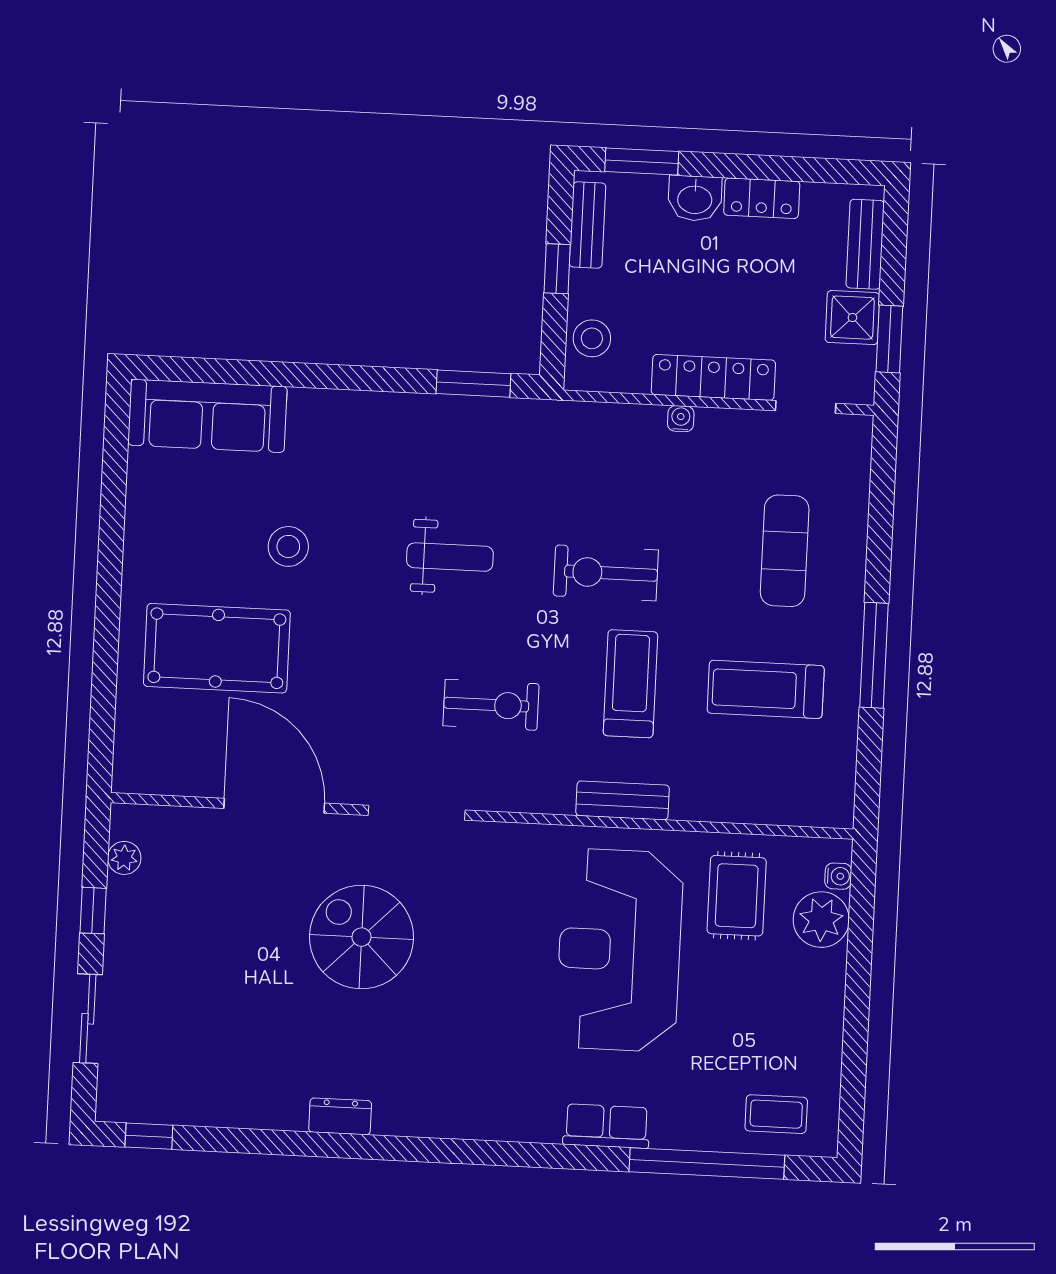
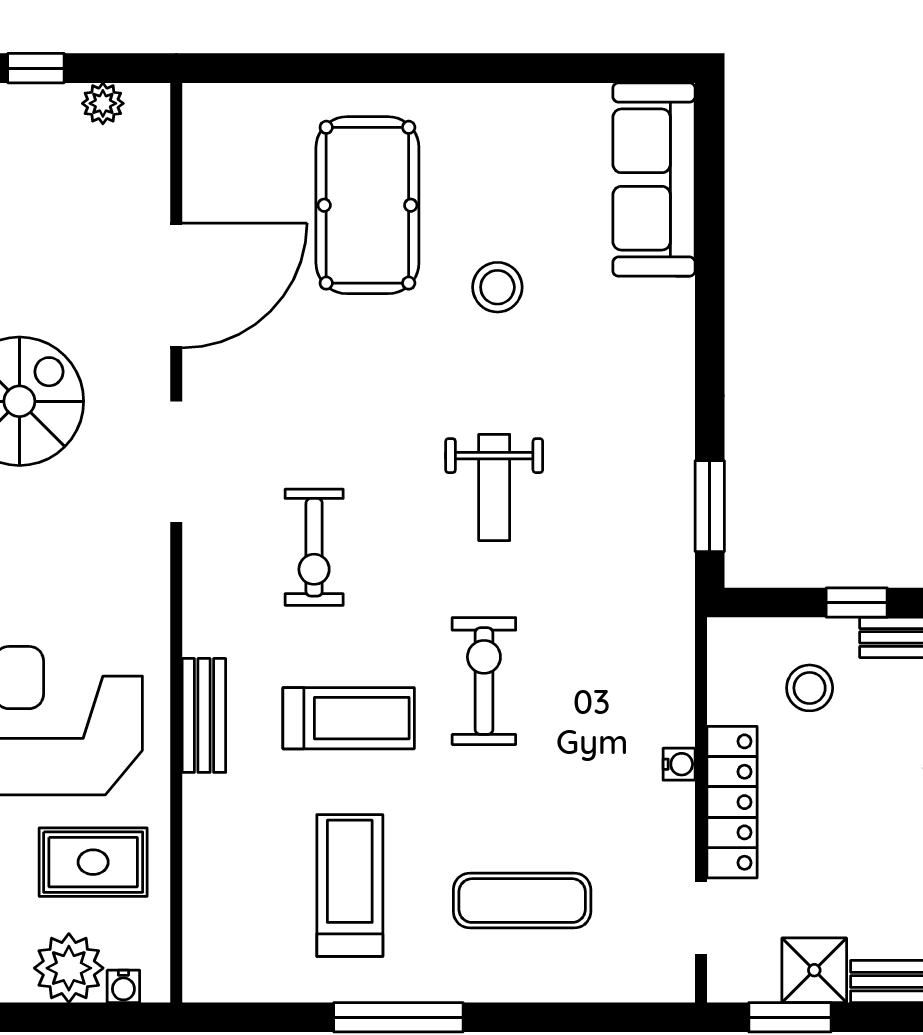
stool: (592, 338) -> (810, 688), moved

